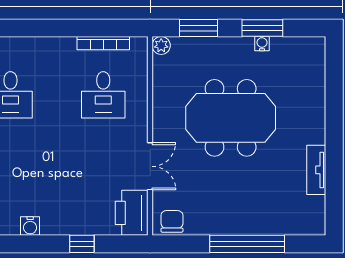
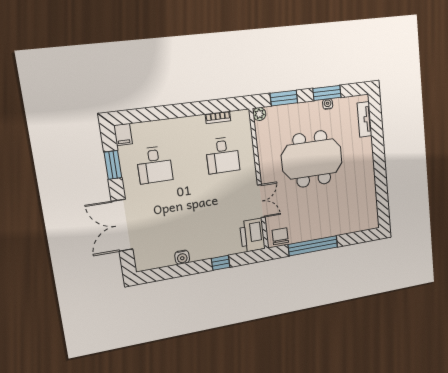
bookcase: (103, 43) -> (218, 117), width x0.64
tv unit: (316, 170) -> (364, 119), moved
window: (247, 244) -> (313, 246), moved

